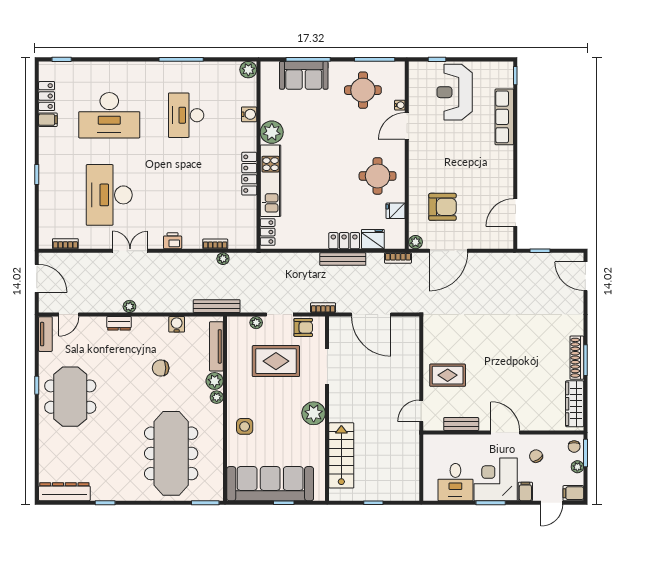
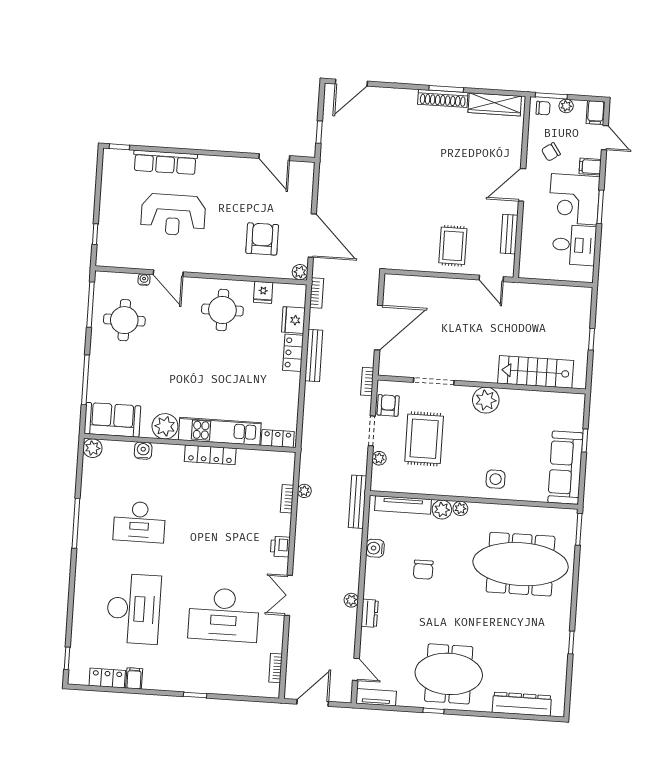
sofa: (304, 75) -> (112, 420), moved, turned -90
reception desk: (455, 92) -> (173, 215), moved
sofa: (270, 484) -> (565, 468), width x0.74, depth x0.79
dresser: (64, 492) -> (522, 704), moved, turned 90

